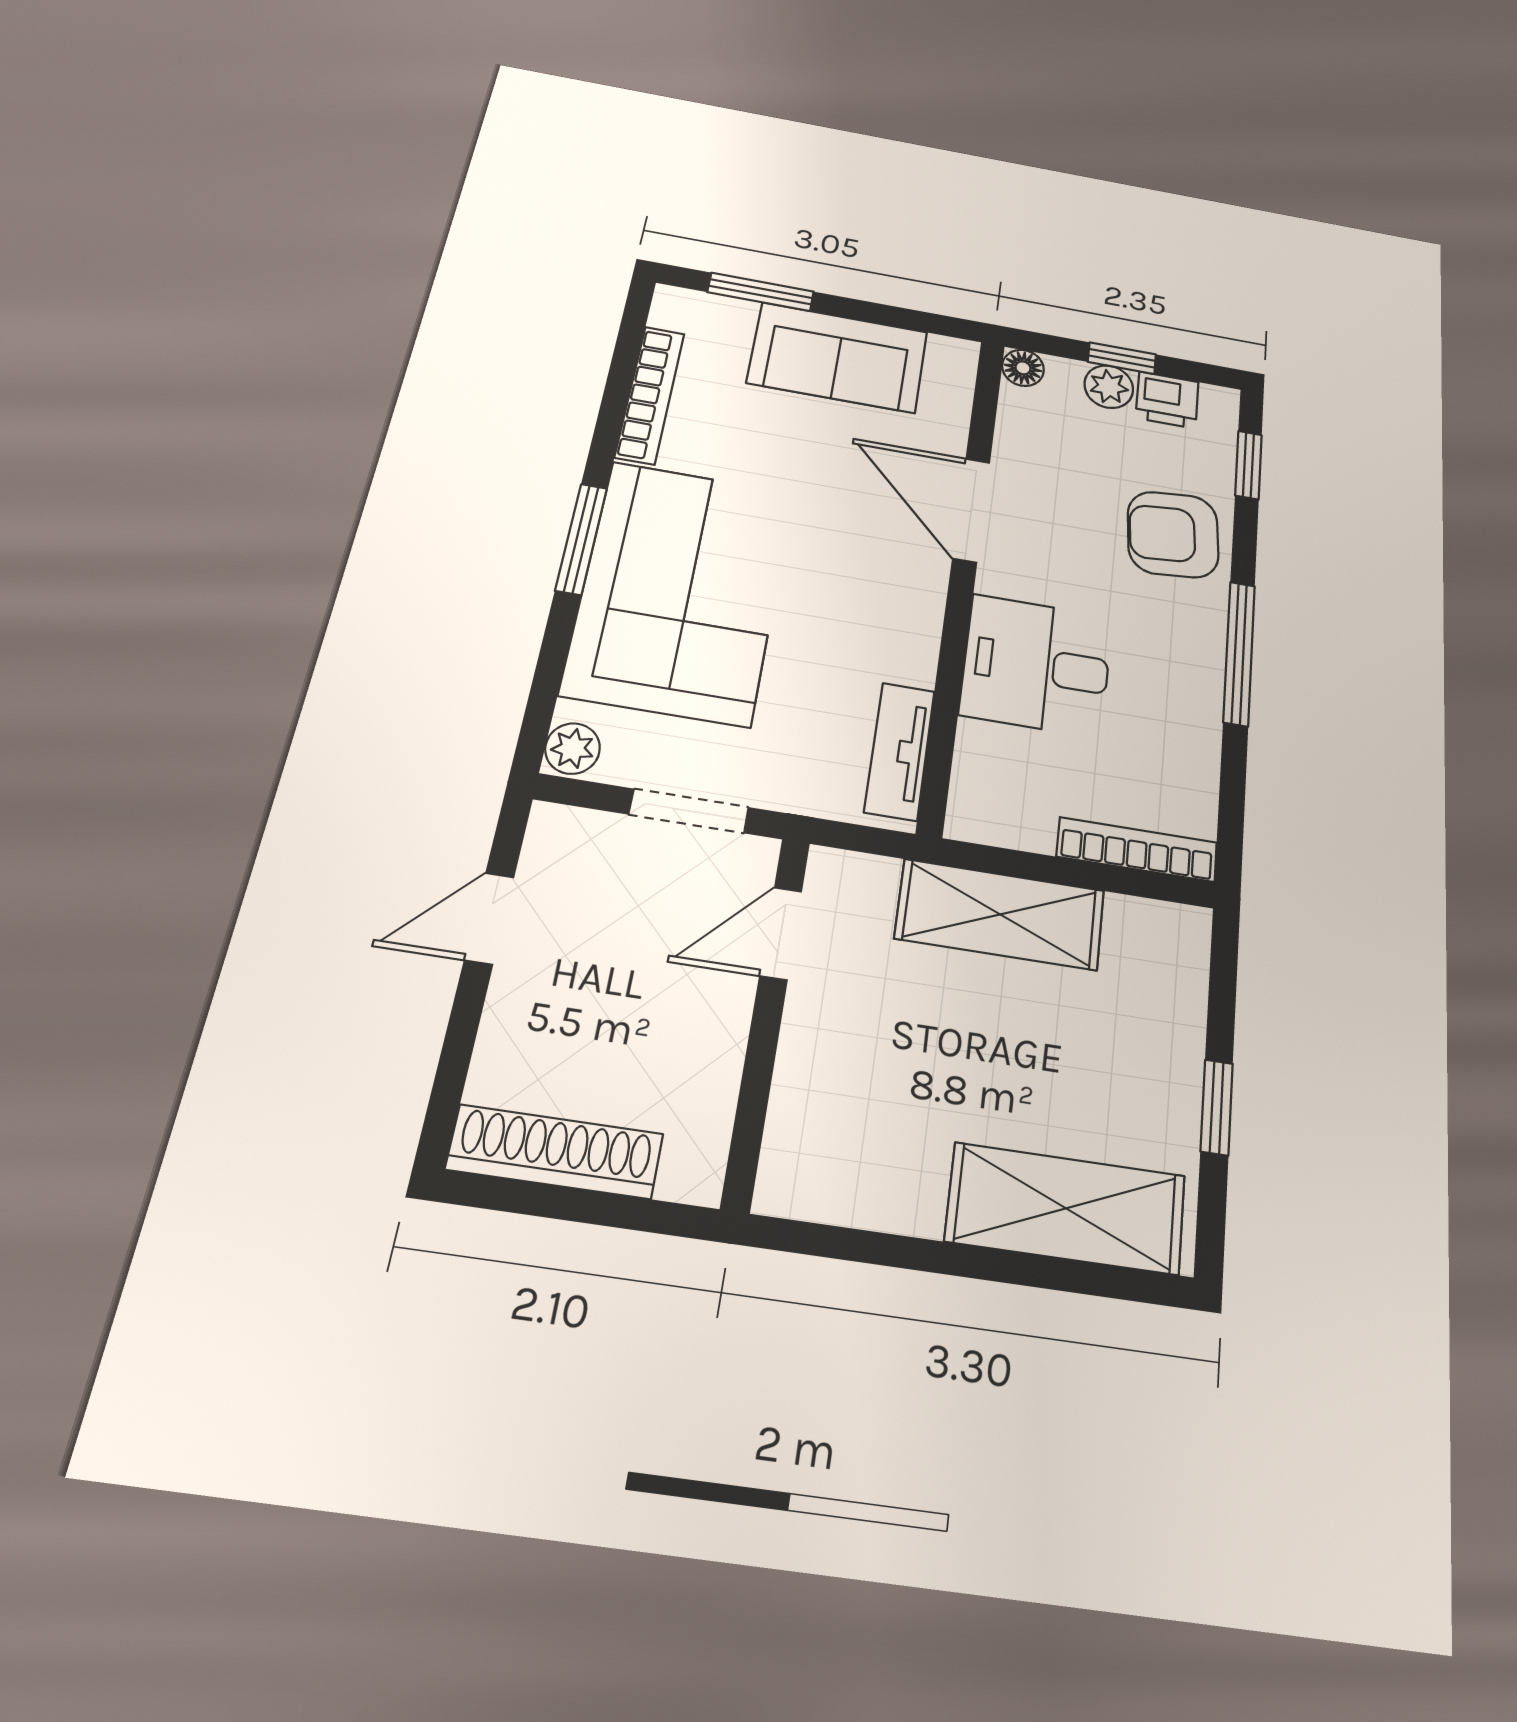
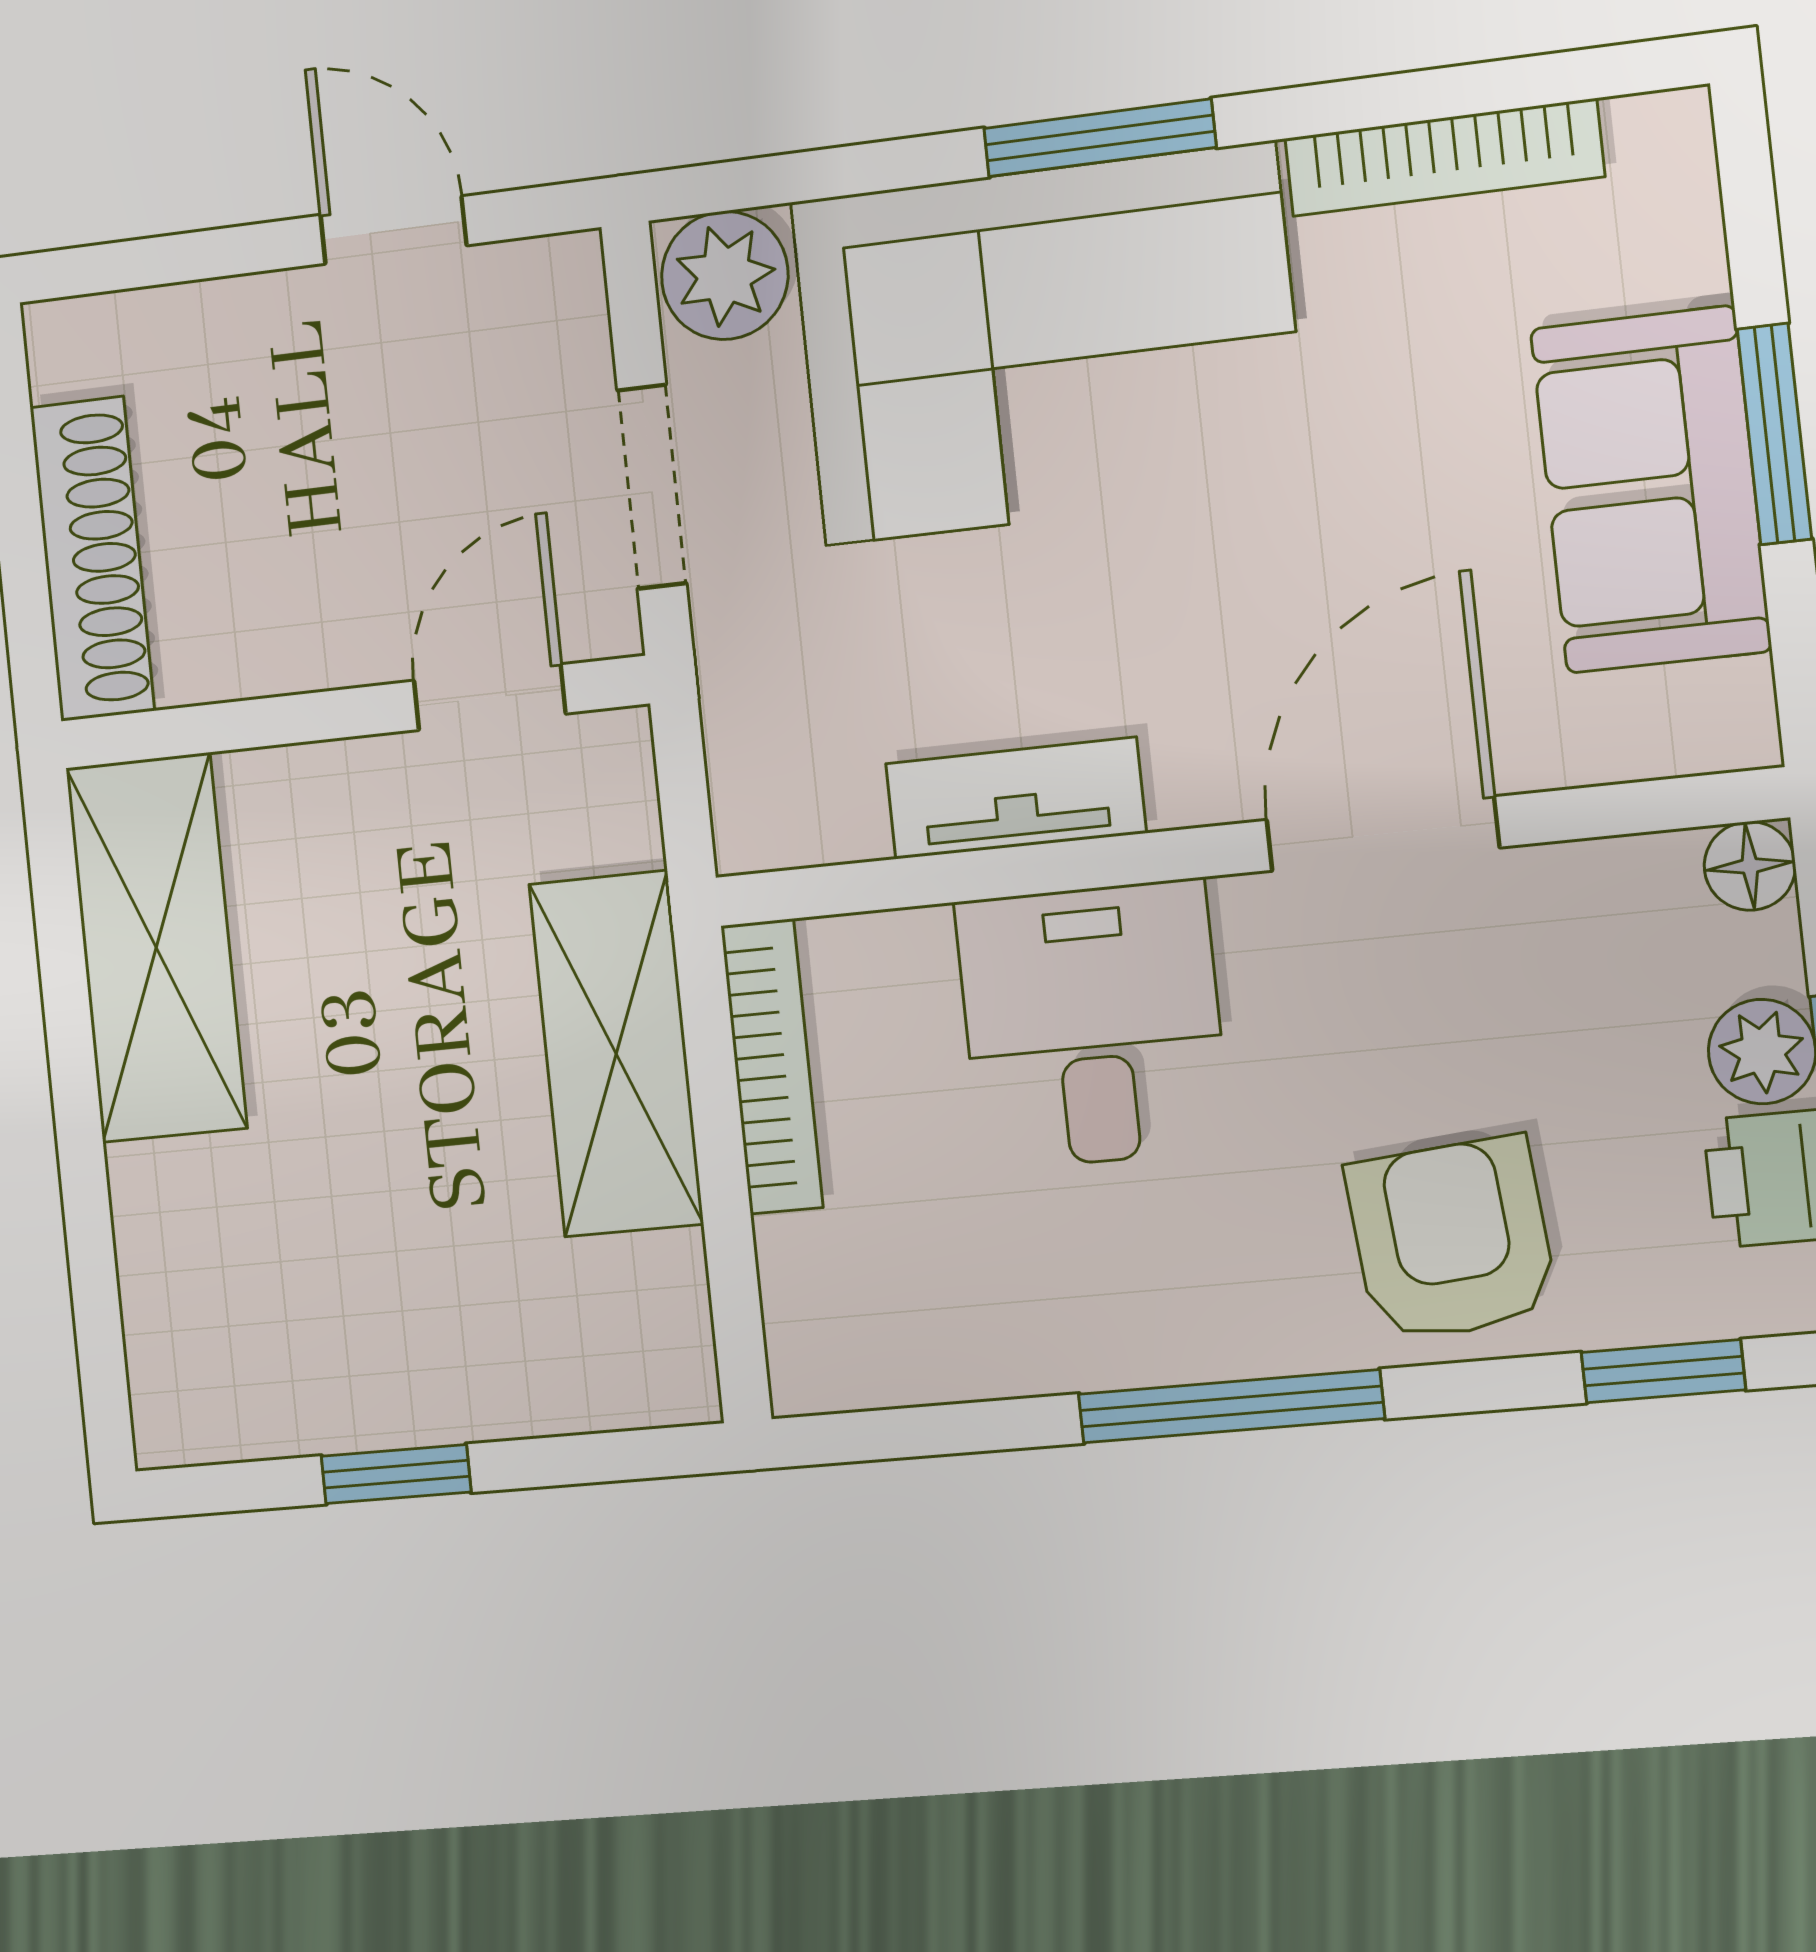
window: (761, 292) -> (1774, 434), moved
plant: (573, 749) -> (725, 275), width x1.38, depth x1.38
tv unit: (900, 751) -> (1016, 798), moved
bookcase: (1137, 850) -> (772, 1066), moved
door: (781, 933) -> (490, 697), hinge flipped
shoe rack: (555, 1152) -> (92, 559), moved
shelving: (1066, 1208) -> (156, 948), moved

